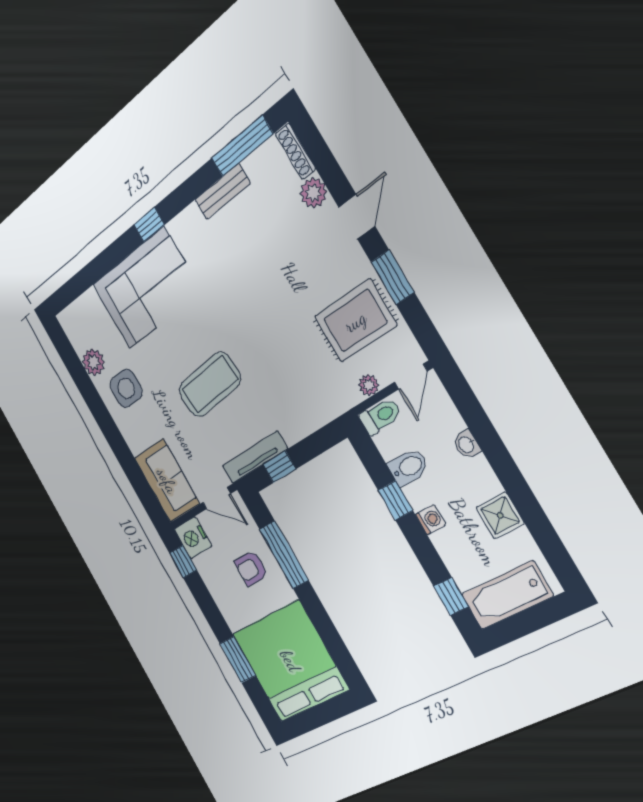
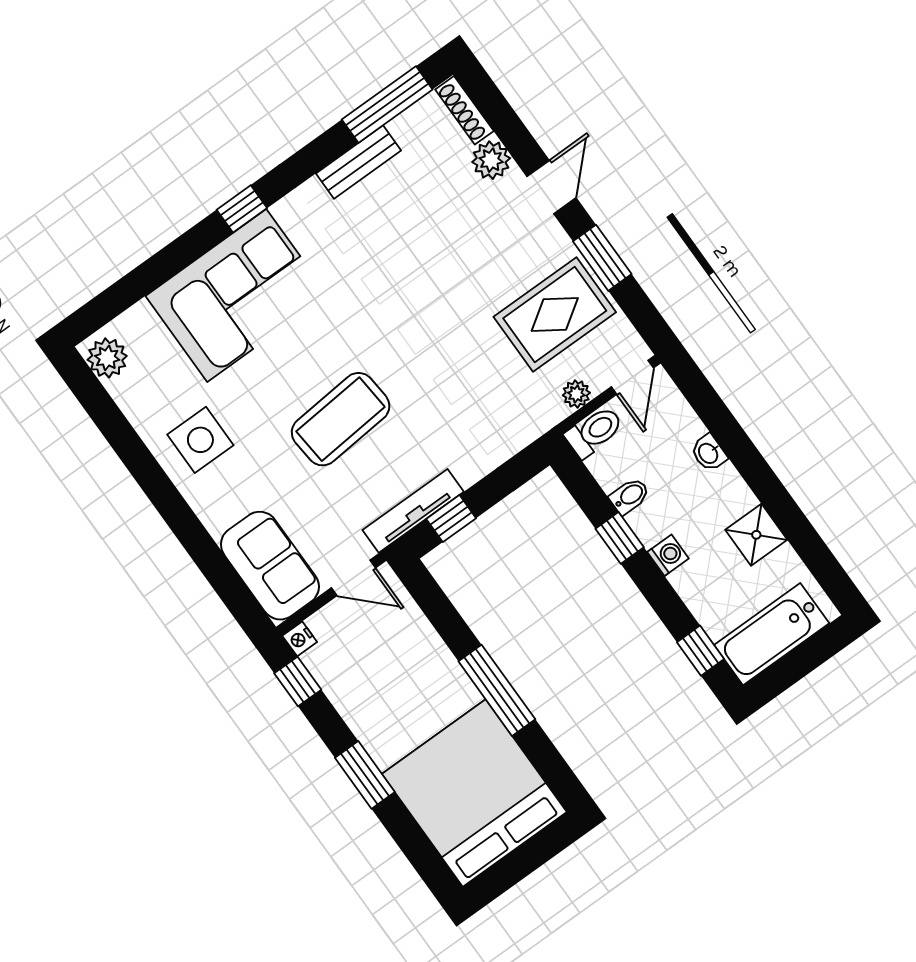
plant: (93, 362) -> (107, 358), moved
bidet: (408, 467) -> (629, 496), width x0.72, depth x0.74
nightstand: (193, 538) -> (300, 639), width x0.53, depth x0.56
window: (284, 555) -> (497, 690), moved
armchair: (251, 568) -> (410, 670), removed
window: (238, 660) -> (365, 775), moved

